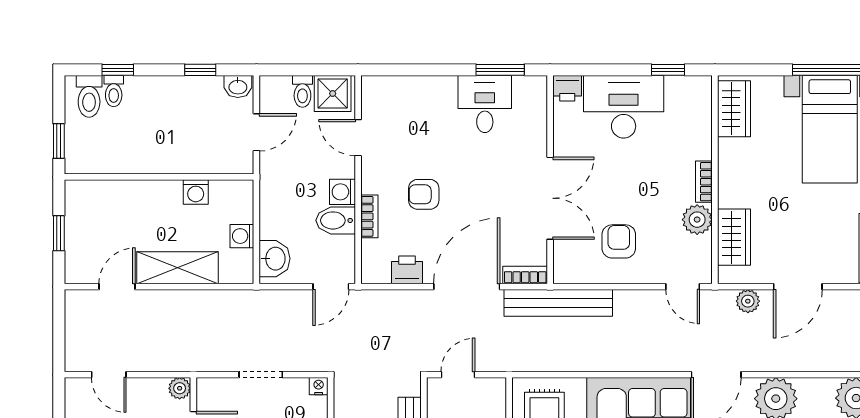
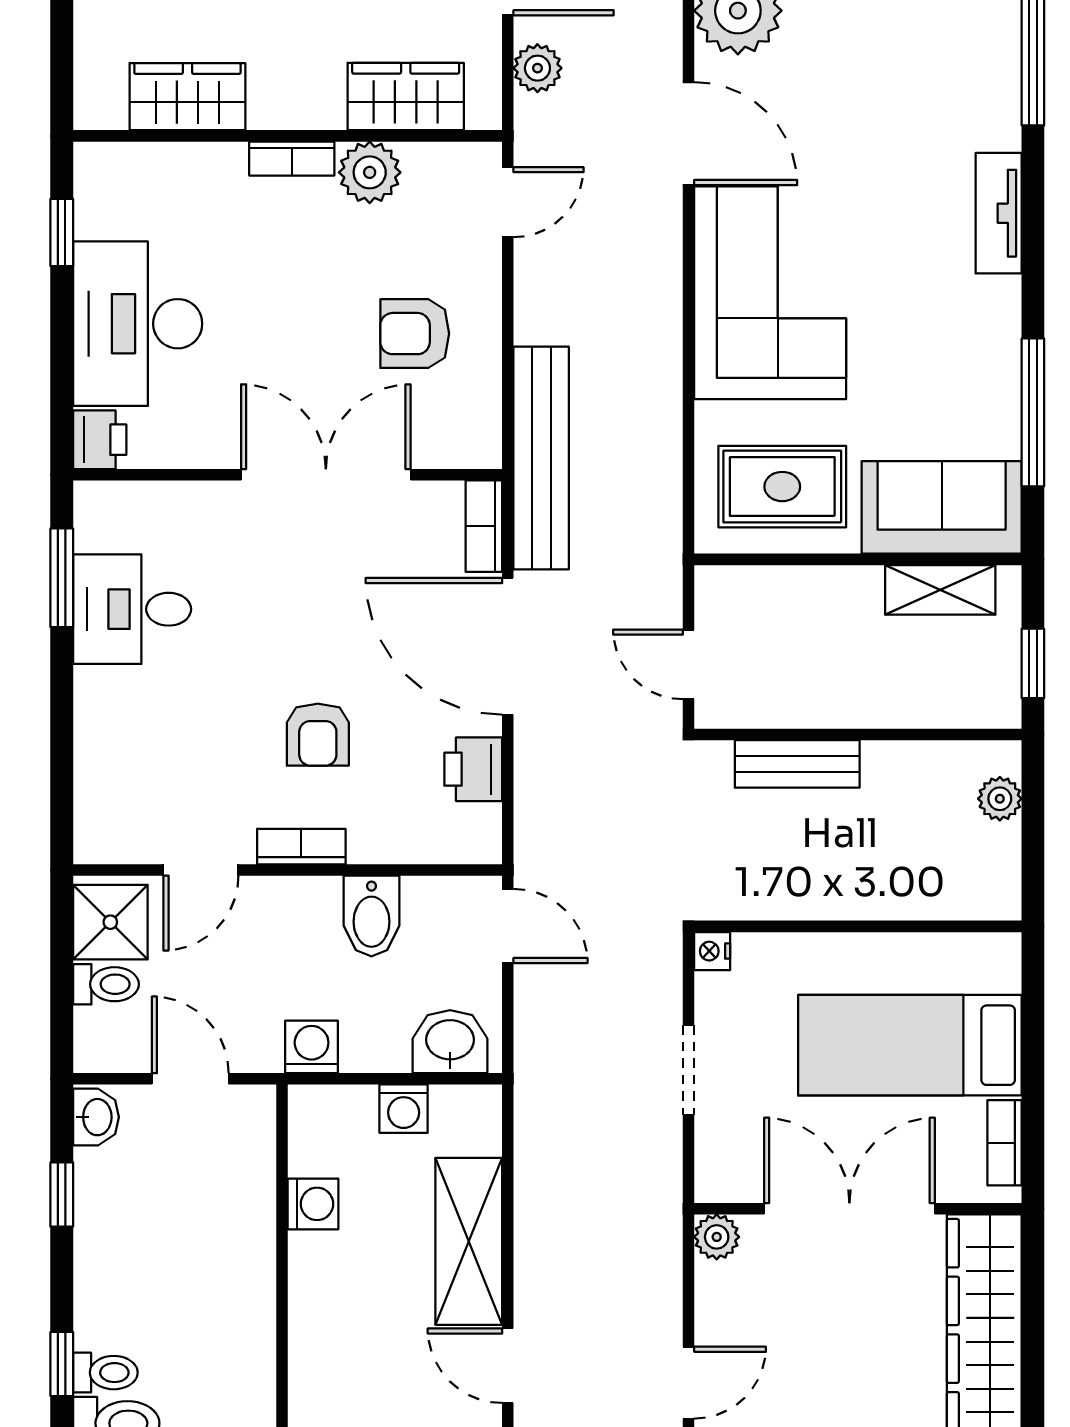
wardrobe: (734, 109) -> (187, 97), moved
washing machine: (342, 192) -> (312, 1047), moved, turned 180
bookcase: (369, 216) -> (301, 847), moved

